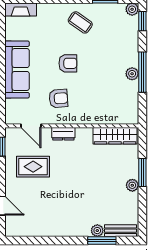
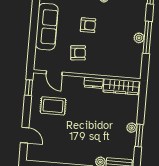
dresser: (63, 134) -> (94, 83), moved
window: (142, 173) -> (139, 135), moved

